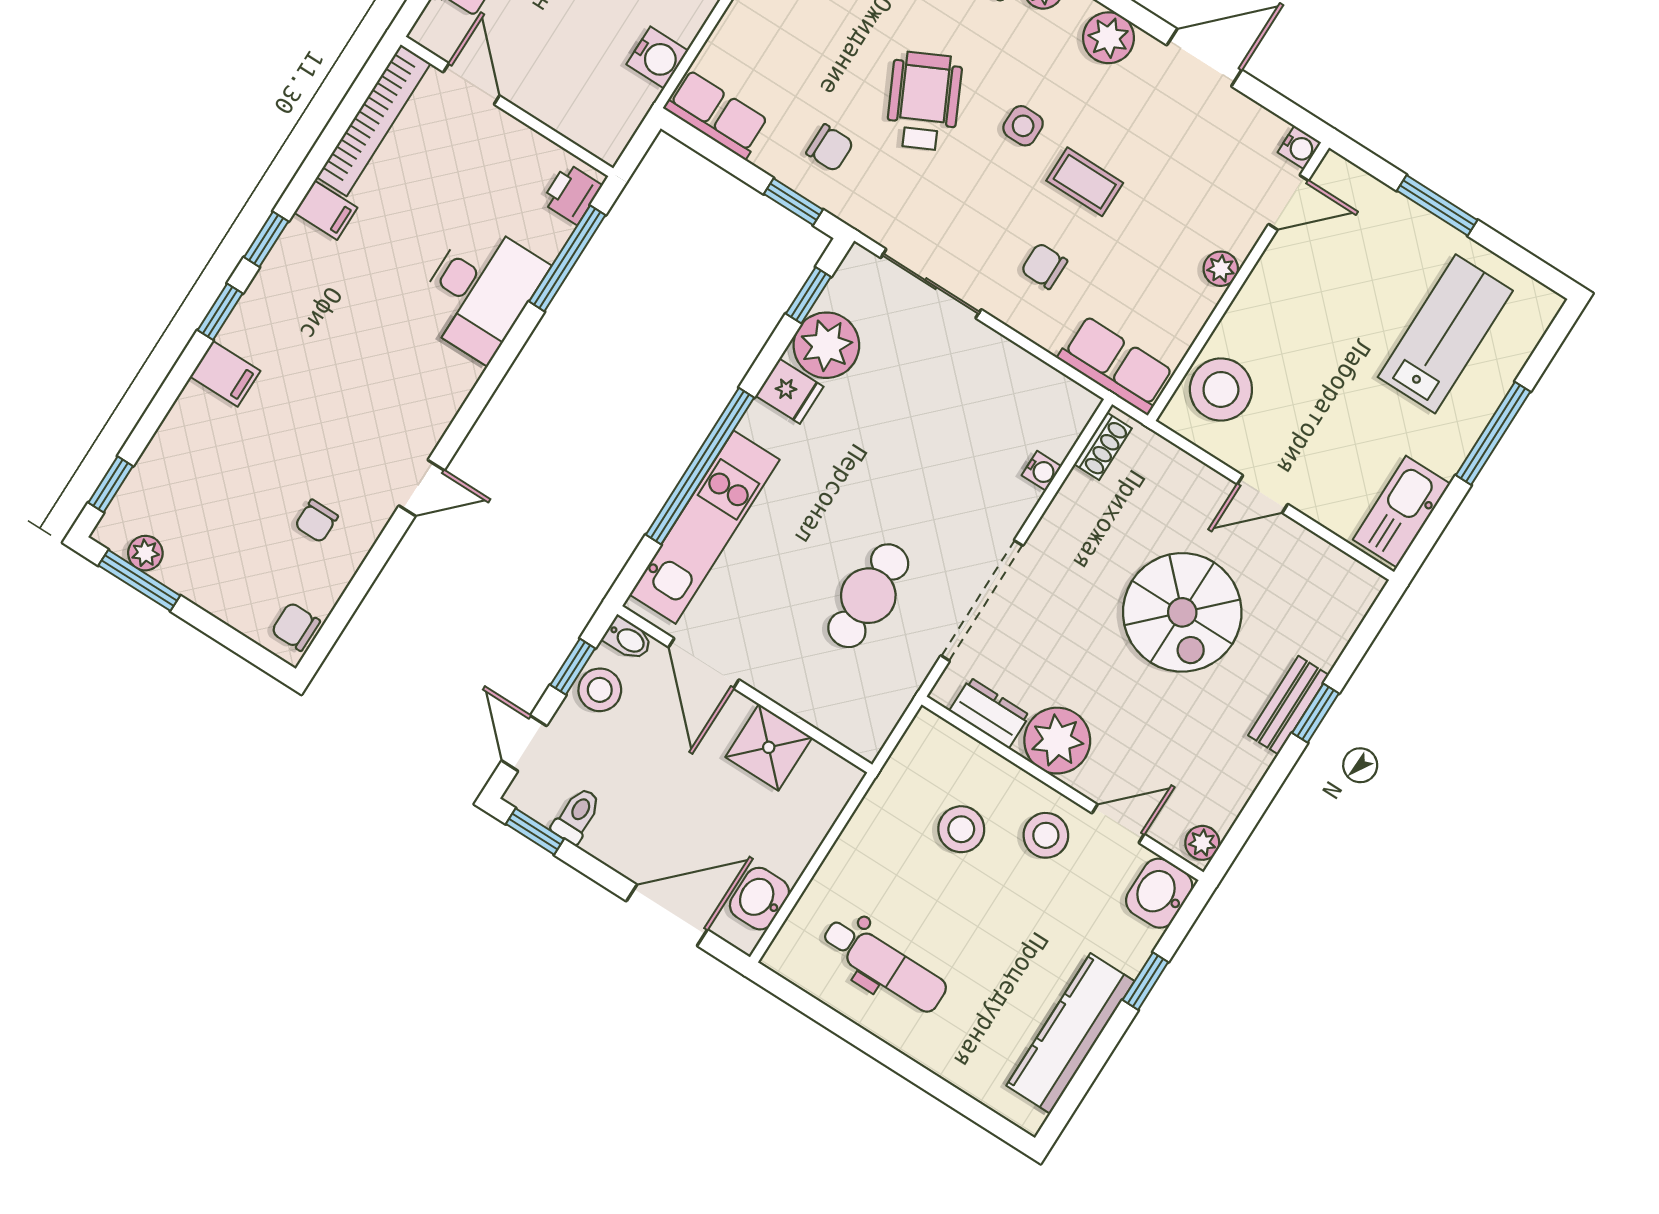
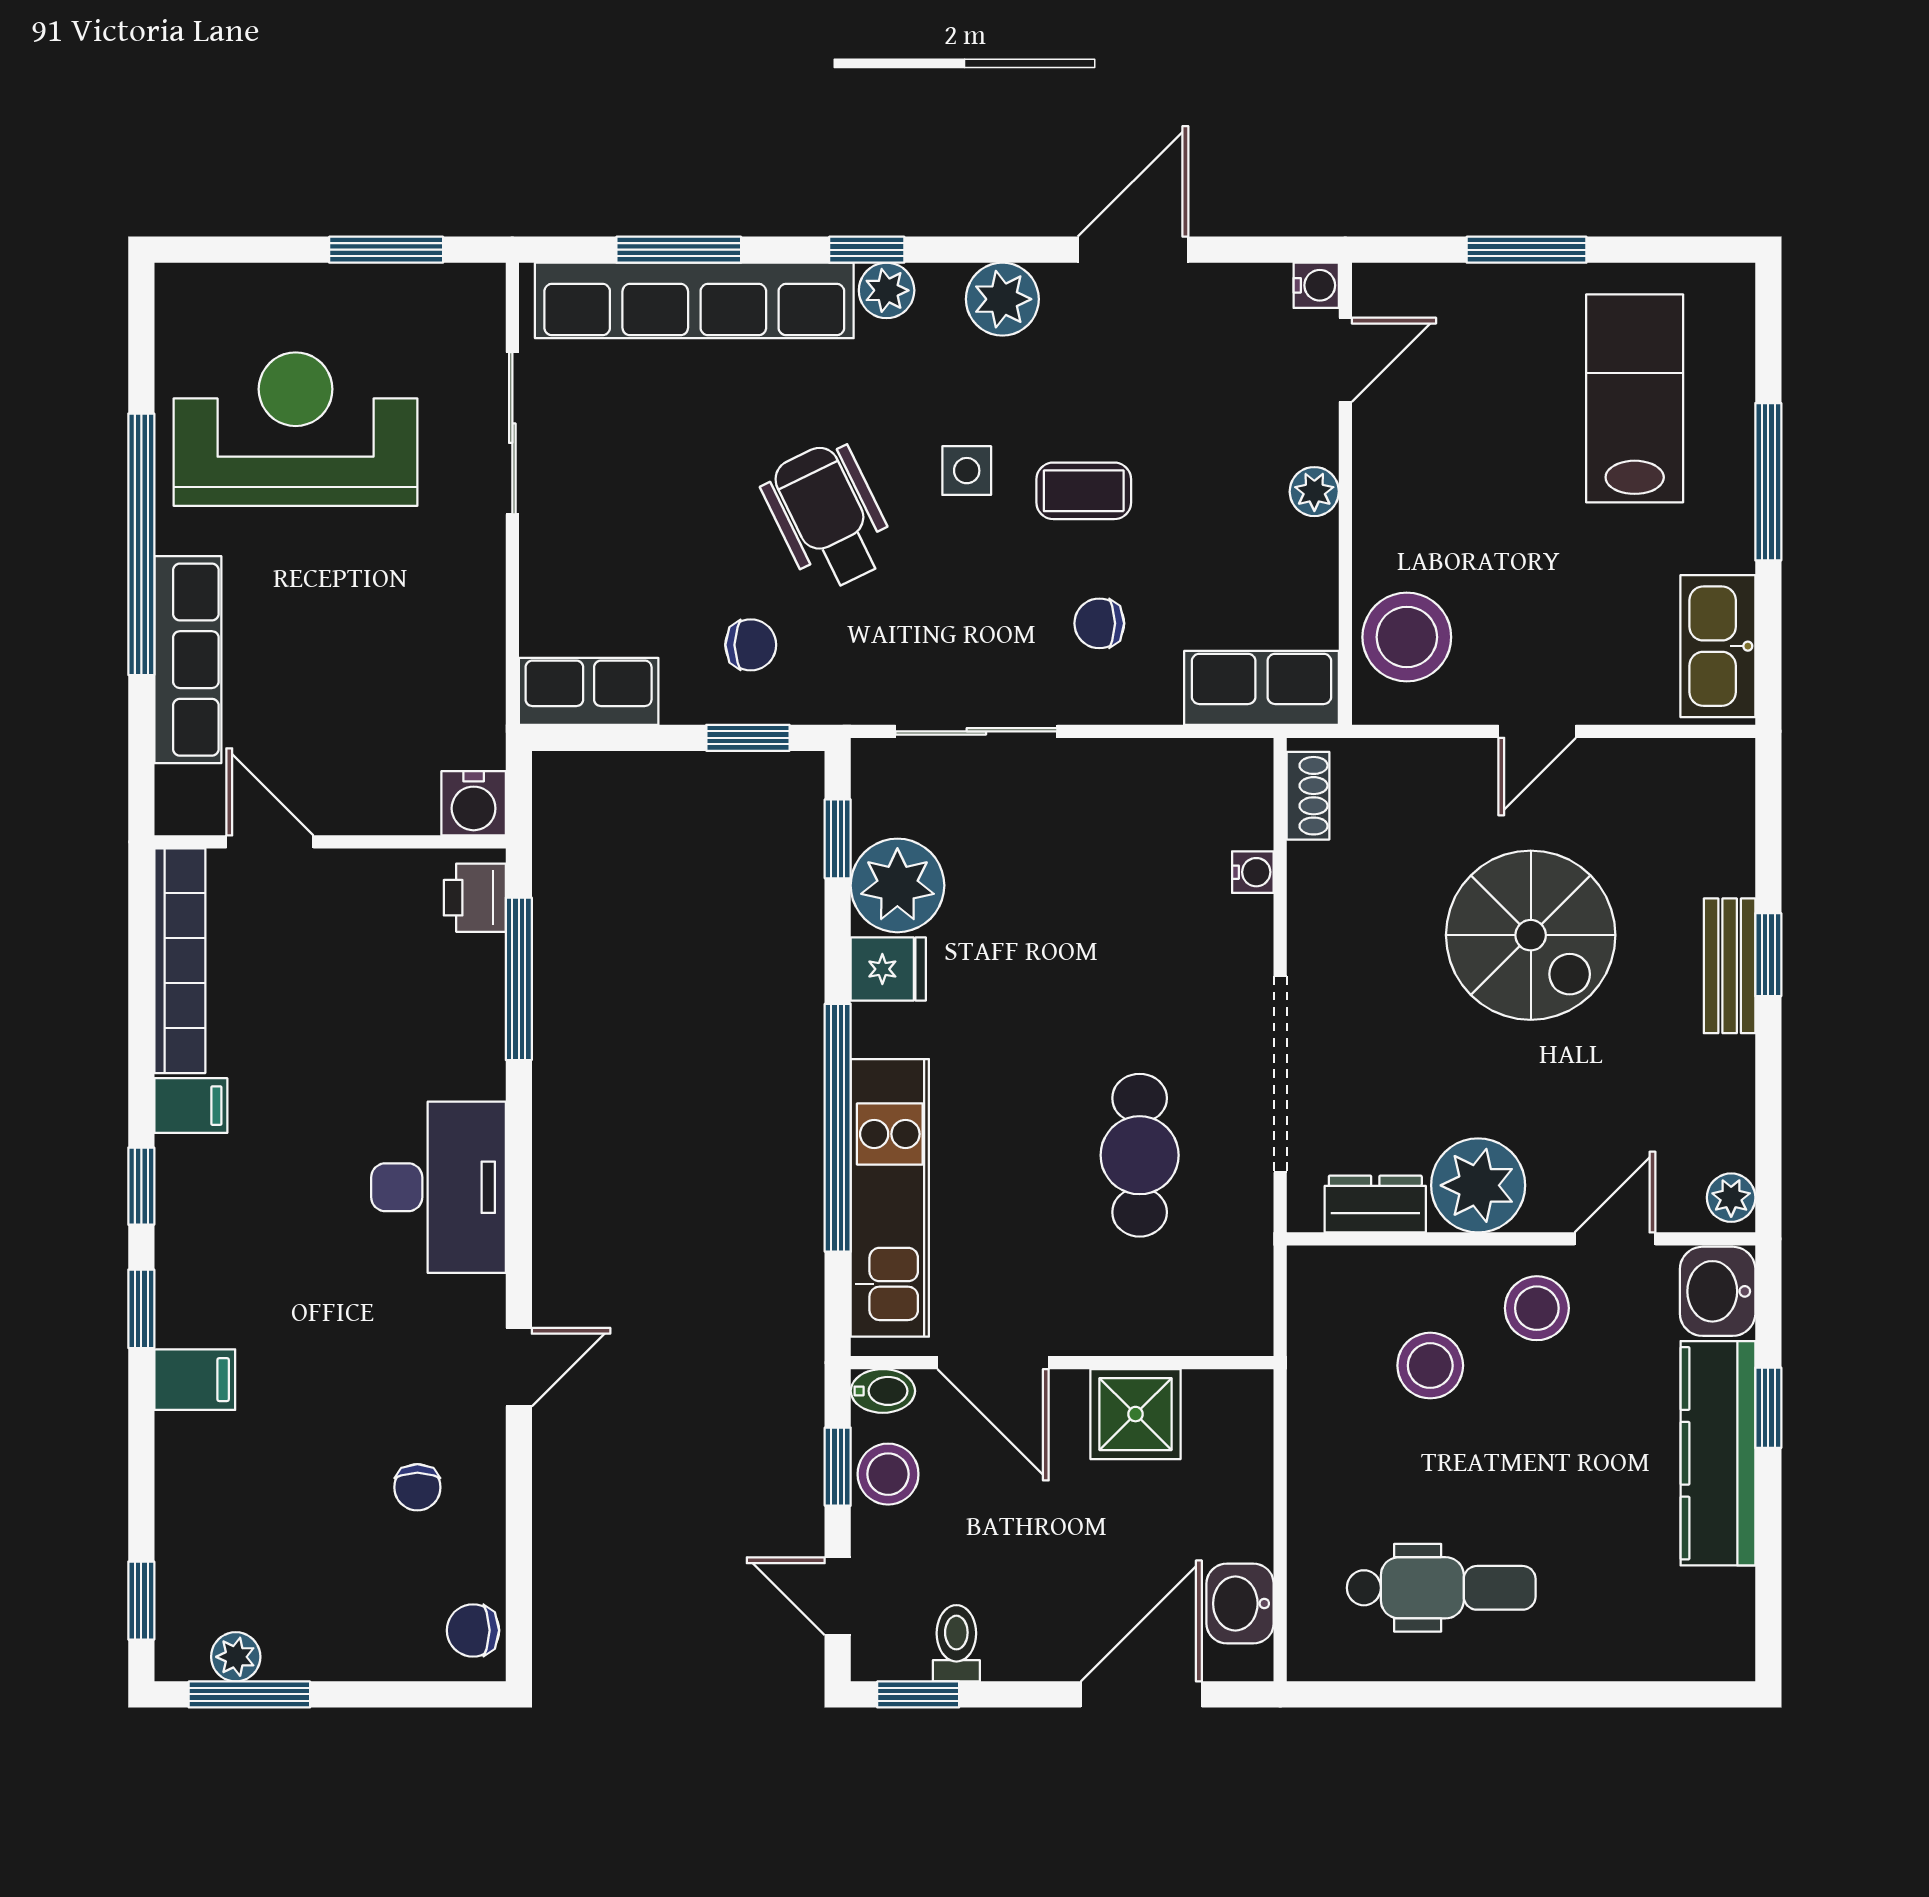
water cooler: (657, 57) -> (474, 803), moved, turned 90
desk: (480, 291) -> (438, 1187), moved
kitchen counter: (1070, 1033) -> (1718, 1453), moved

